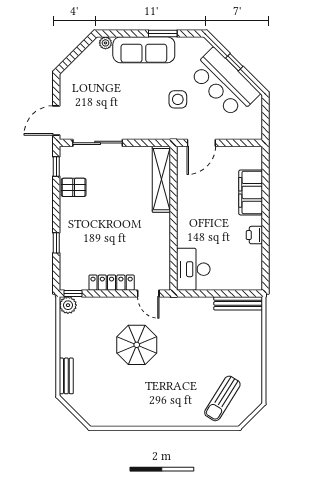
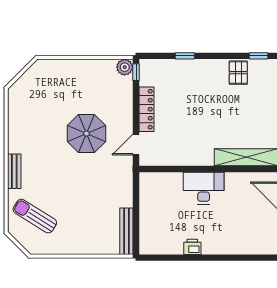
filing cabinet: (251, 192) -> (233, 243), removed
desk: (193, 269) -> (204, 188), moved
bench: (66, 376) -> (14, 171), moved, turned 90

